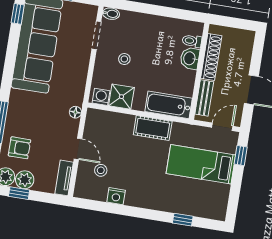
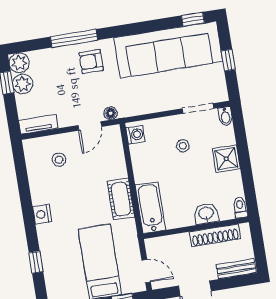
toilet: (192, 41) -> (240, 207), moved
shower: (121, 97) -> (226, 159), moved
bench: (204, 98) -> (236, 269), moved
armchair: (19, 148) -> (91, 61), moved, turned 90
door: (78, 149) -> (90, 126), moved
nightstand: (116, 196) -> (42, 214), moved

